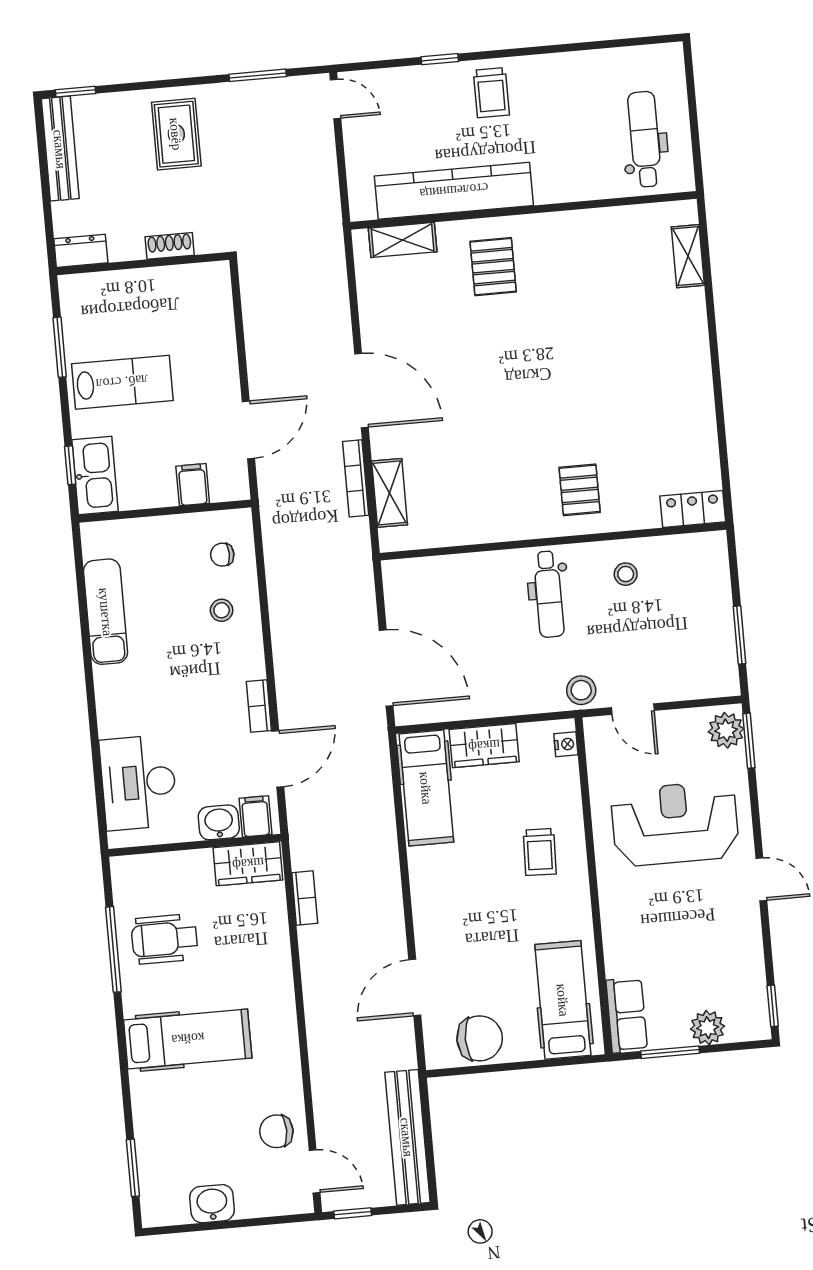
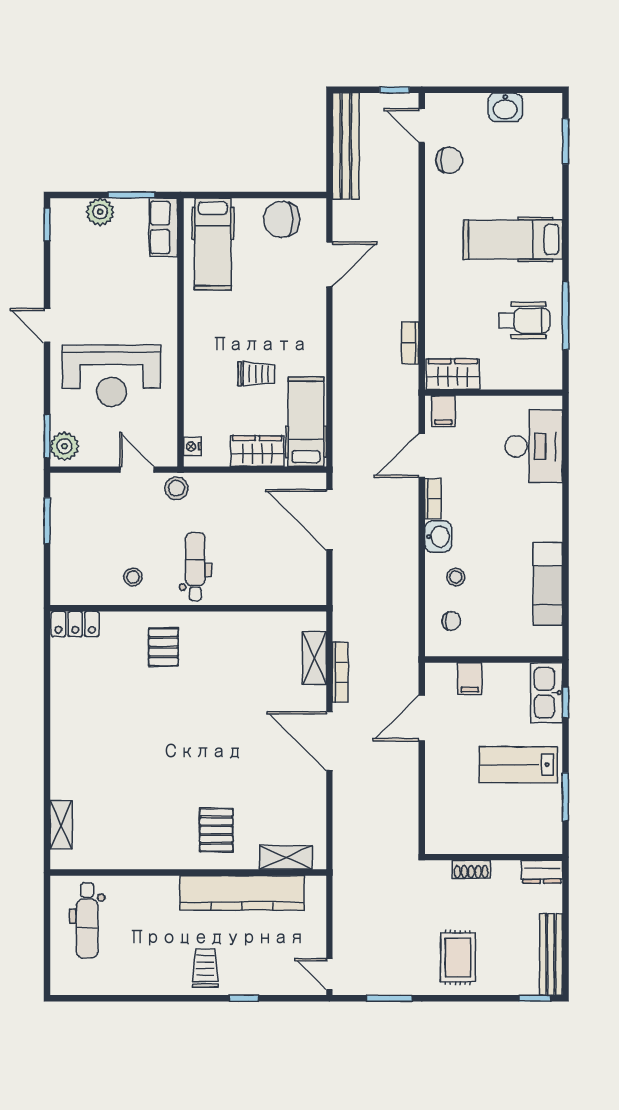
washbasin: (219, 822) -> (438, 537), moved, turned -90
trolley: (540, 852) -> (256, 374), moved, turned 88

